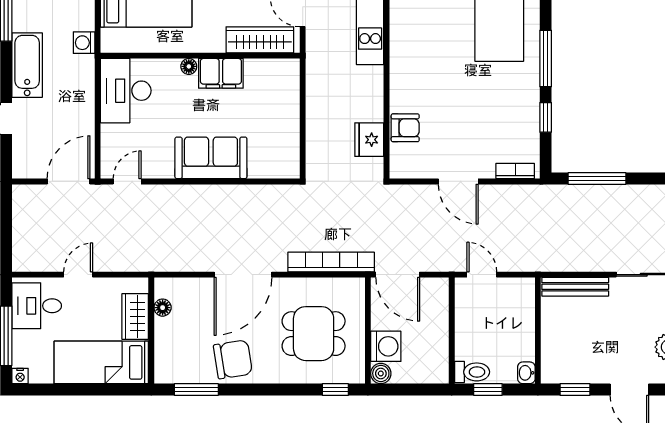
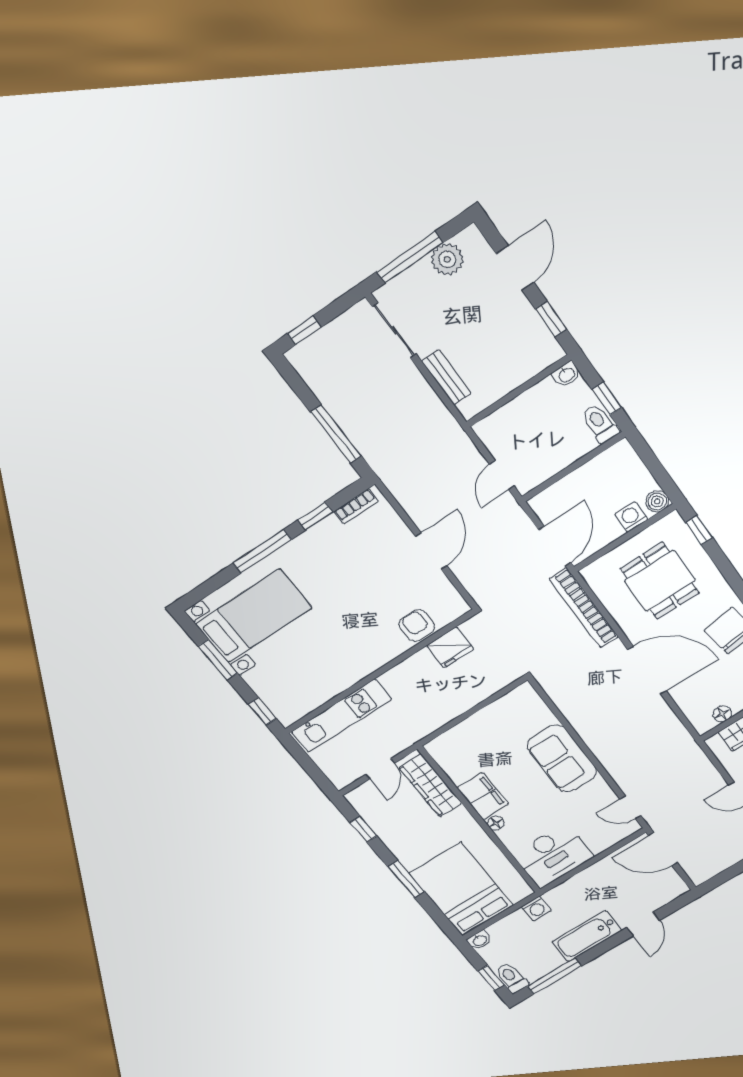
bookcase: (515, 171) -> (356, 506), moved, turned -90
bench: (575, 287) -> (446, 377), width x0.73
washing machine: (386, 346) -> (631, 517), width x0.73, depth x0.73

